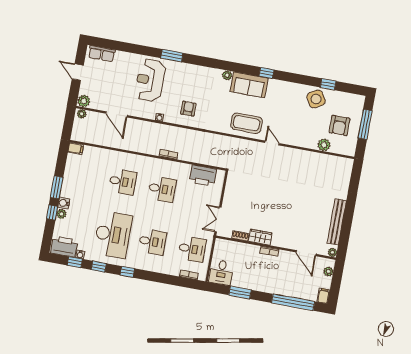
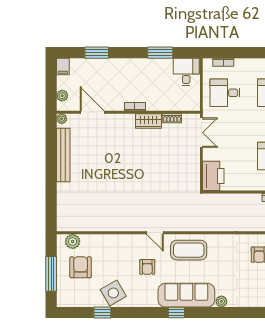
sofa: (249, 85) -> (186, 295), width x1.36
armchair: (284, 116) -> (147, 267), added
plant: (324, 145) -> (73, 241), moved
printer: (203, 176) -> (213, 176), moved, turned 90
window: (293, 302) -> (97, 53), width x0.47

